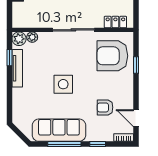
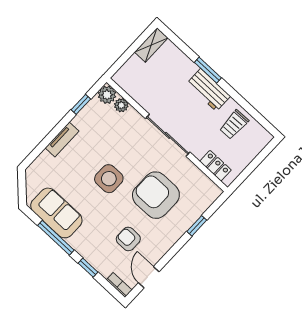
armchair: (112, 56) -> (156, 195), moved
tv unit: (17, 68) -> (62, 140), moved, width x0.71
sofa: (59, 130) -> (56, 213), width x0.73

